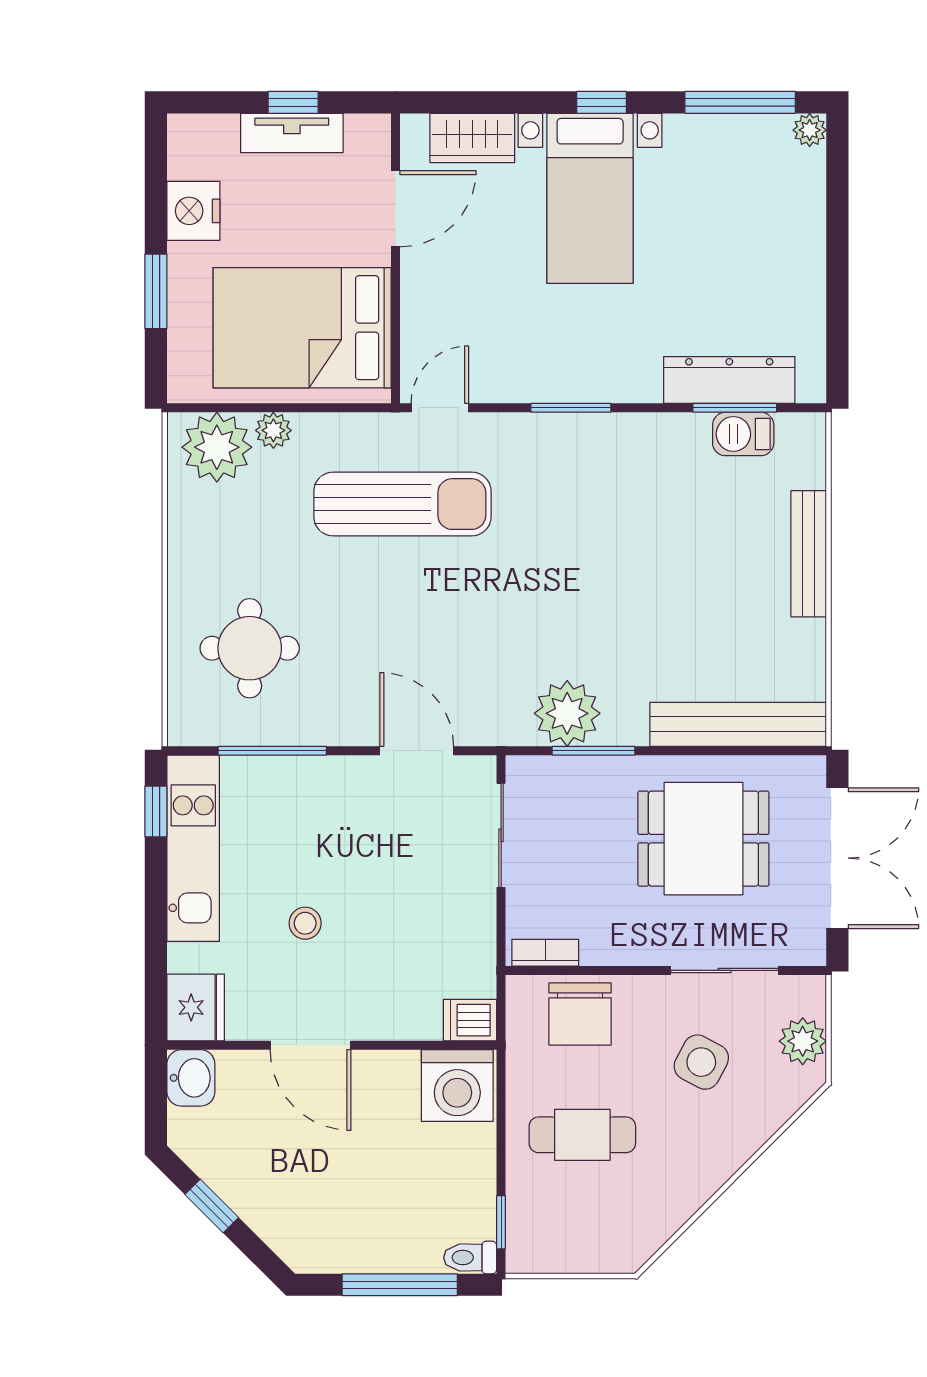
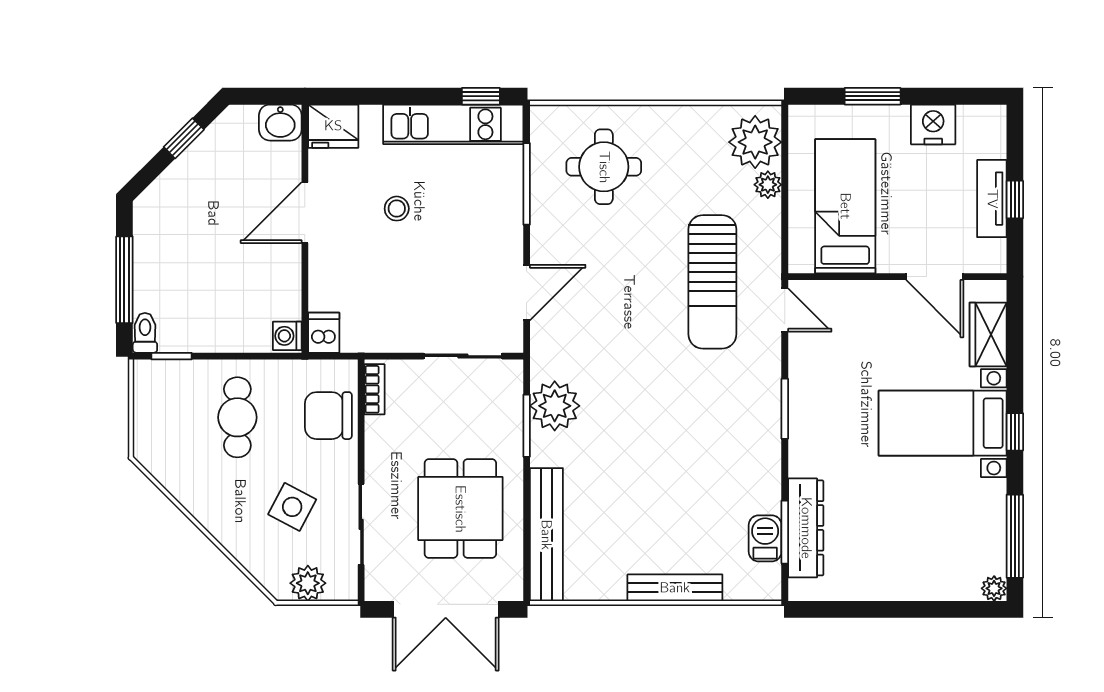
bed: (302, 328) -> (845, 206), width x0.67
washing machine: (457, 1086) -> (287, 336), width x0.53, depth x0.53

